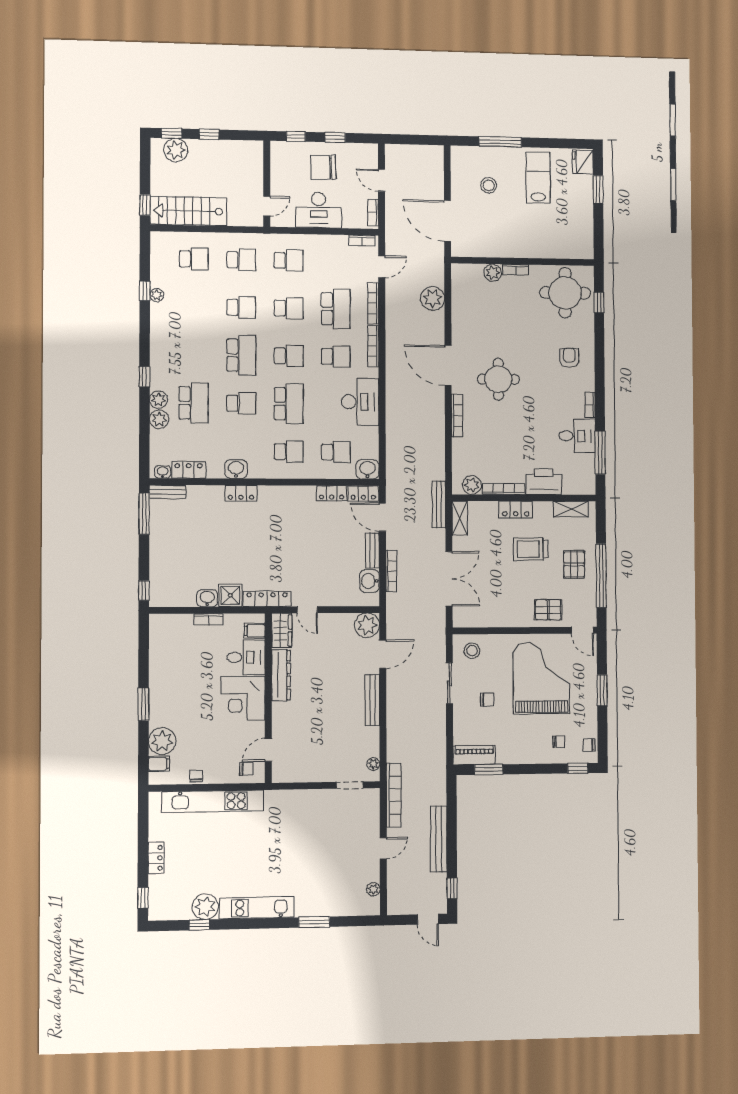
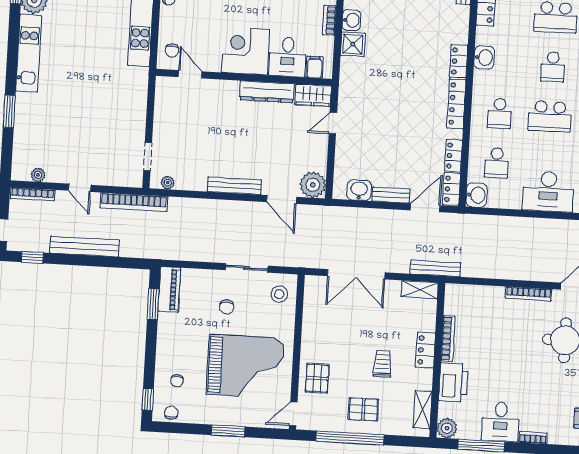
plant: (472, 485) -> (447, 428), moved
trolley: (531, 549) -> (383, 364), width x0.73, depth x0.72
bookcase: (391, 571) -> (33, 194), moved
locker: (267, 599) -> (456, 104), moved, turned 180

